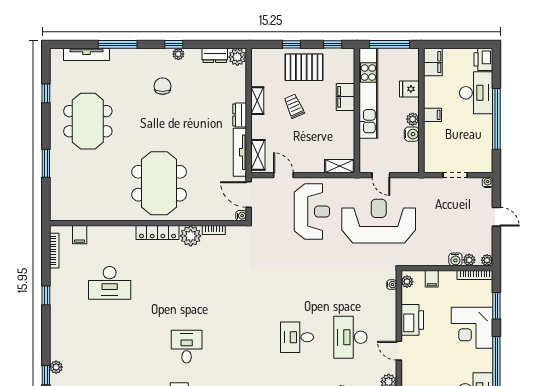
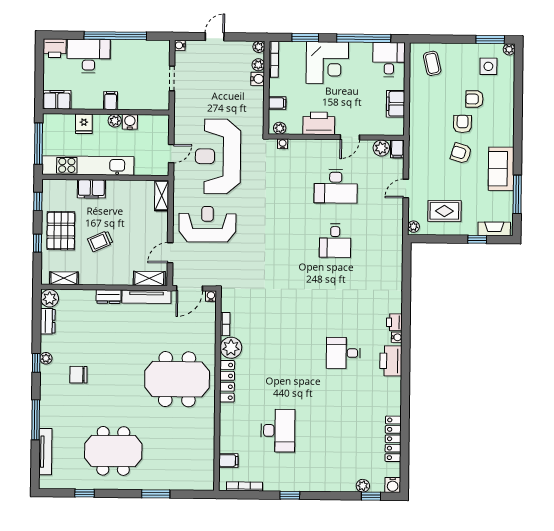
shelving: (257, 101) -> (64, 278), moved

